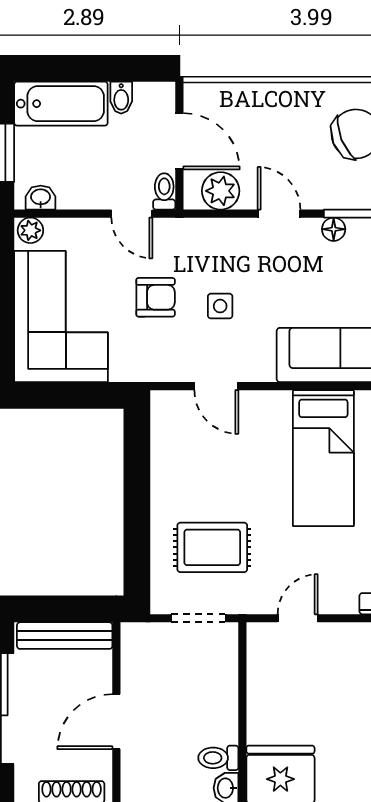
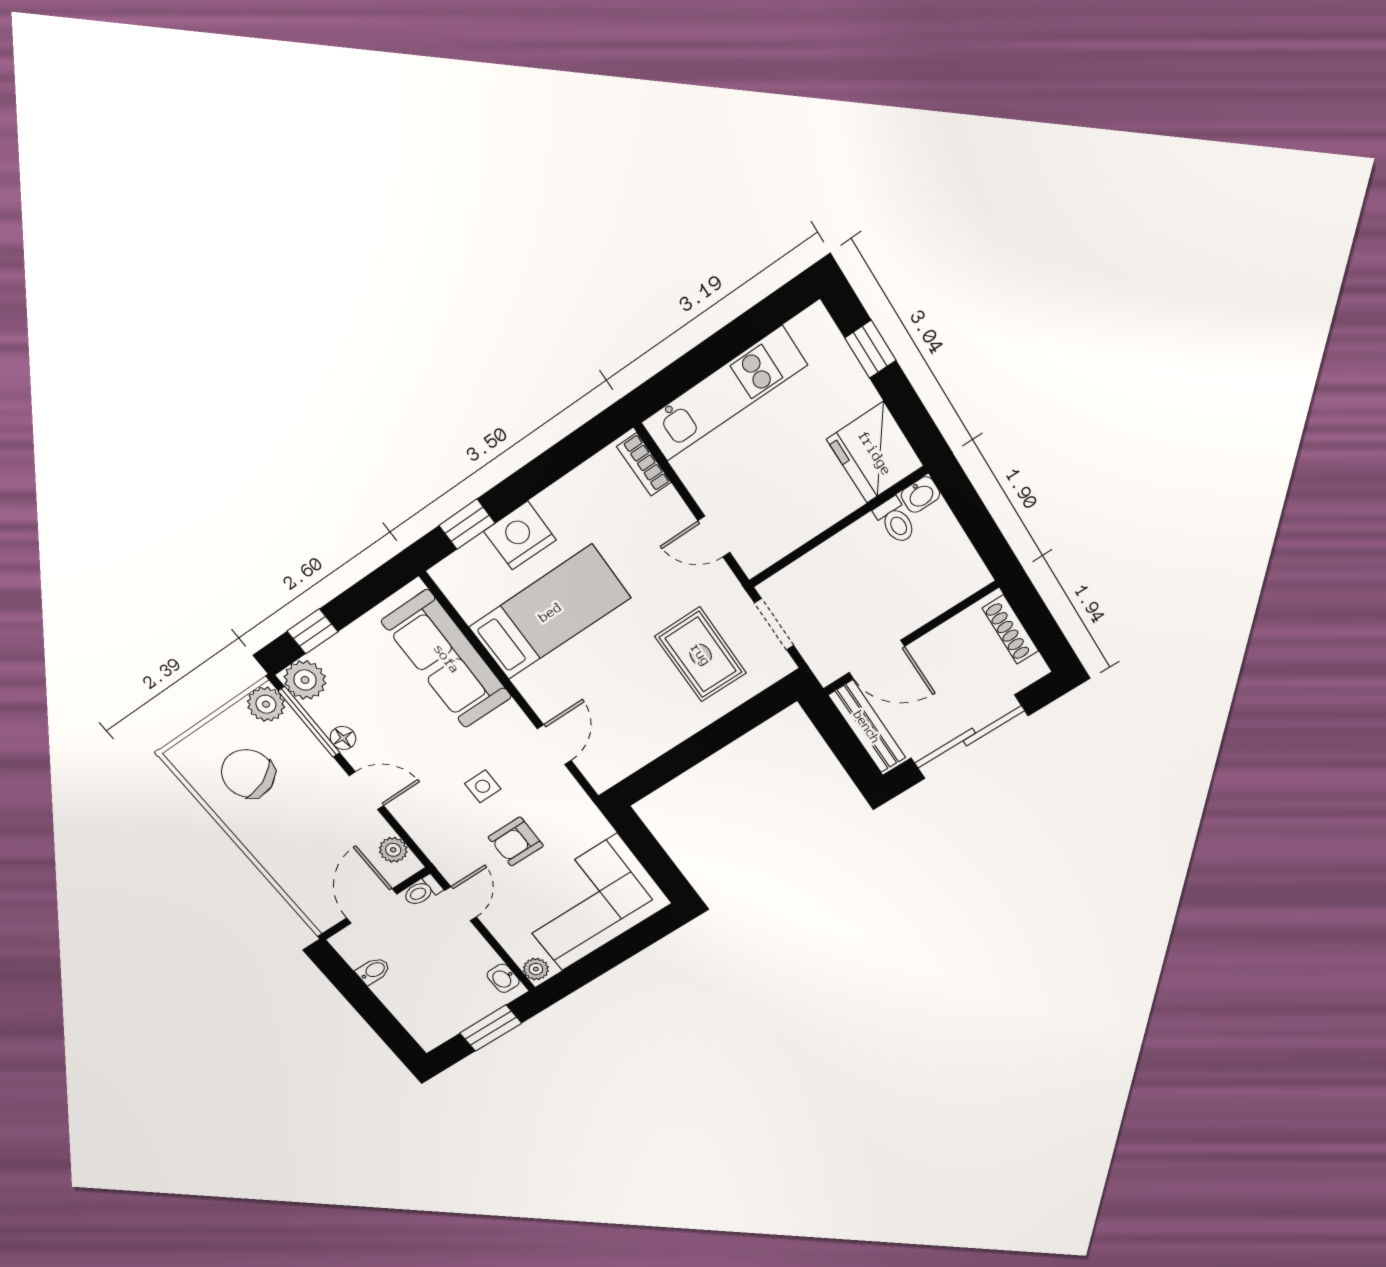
bathtub: (61, 104) -> (416, 1010), removed
plant: (221, 191) -> (393, 850), width x0.73, depth x0.73
door: (279, 214) -> (366, 791), swing flipped
armchair: (156, 297) -> (516, 842), turned -90
door: (116, 722) -> (877, 659), moved

